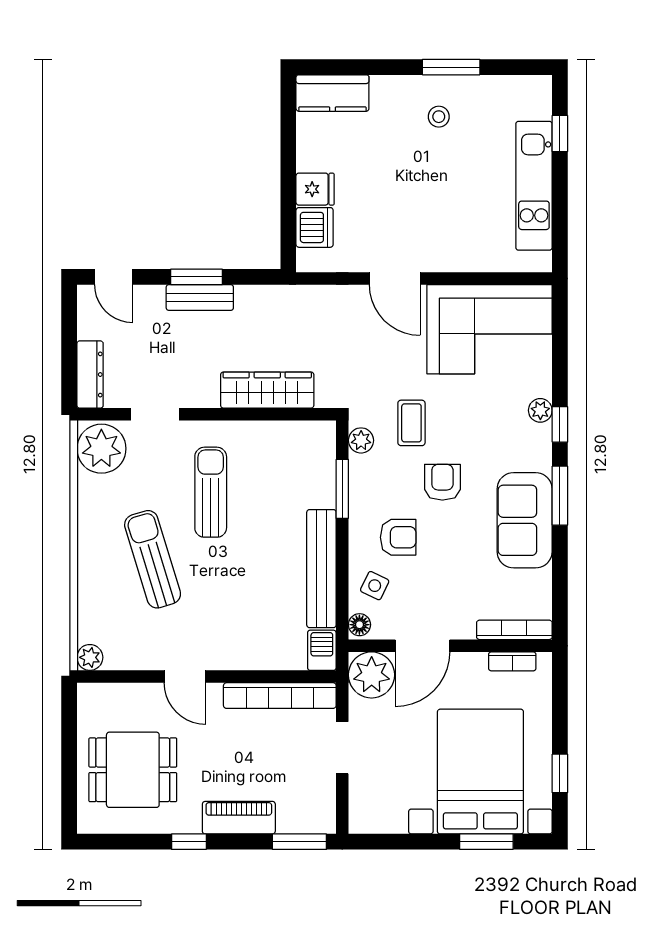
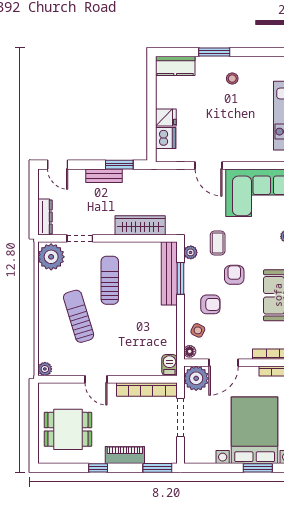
window: (451, 67) -> (214, 52), moved
window: (196, 277) -> (119, 165), moved
bench: (321, 569) -> (169, 273), moved
doorway: (342, 748) -> (180, 417), width x1.38

